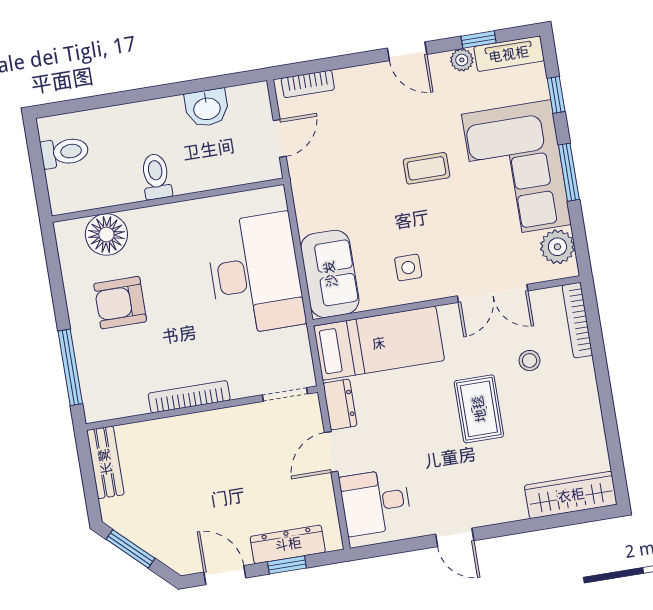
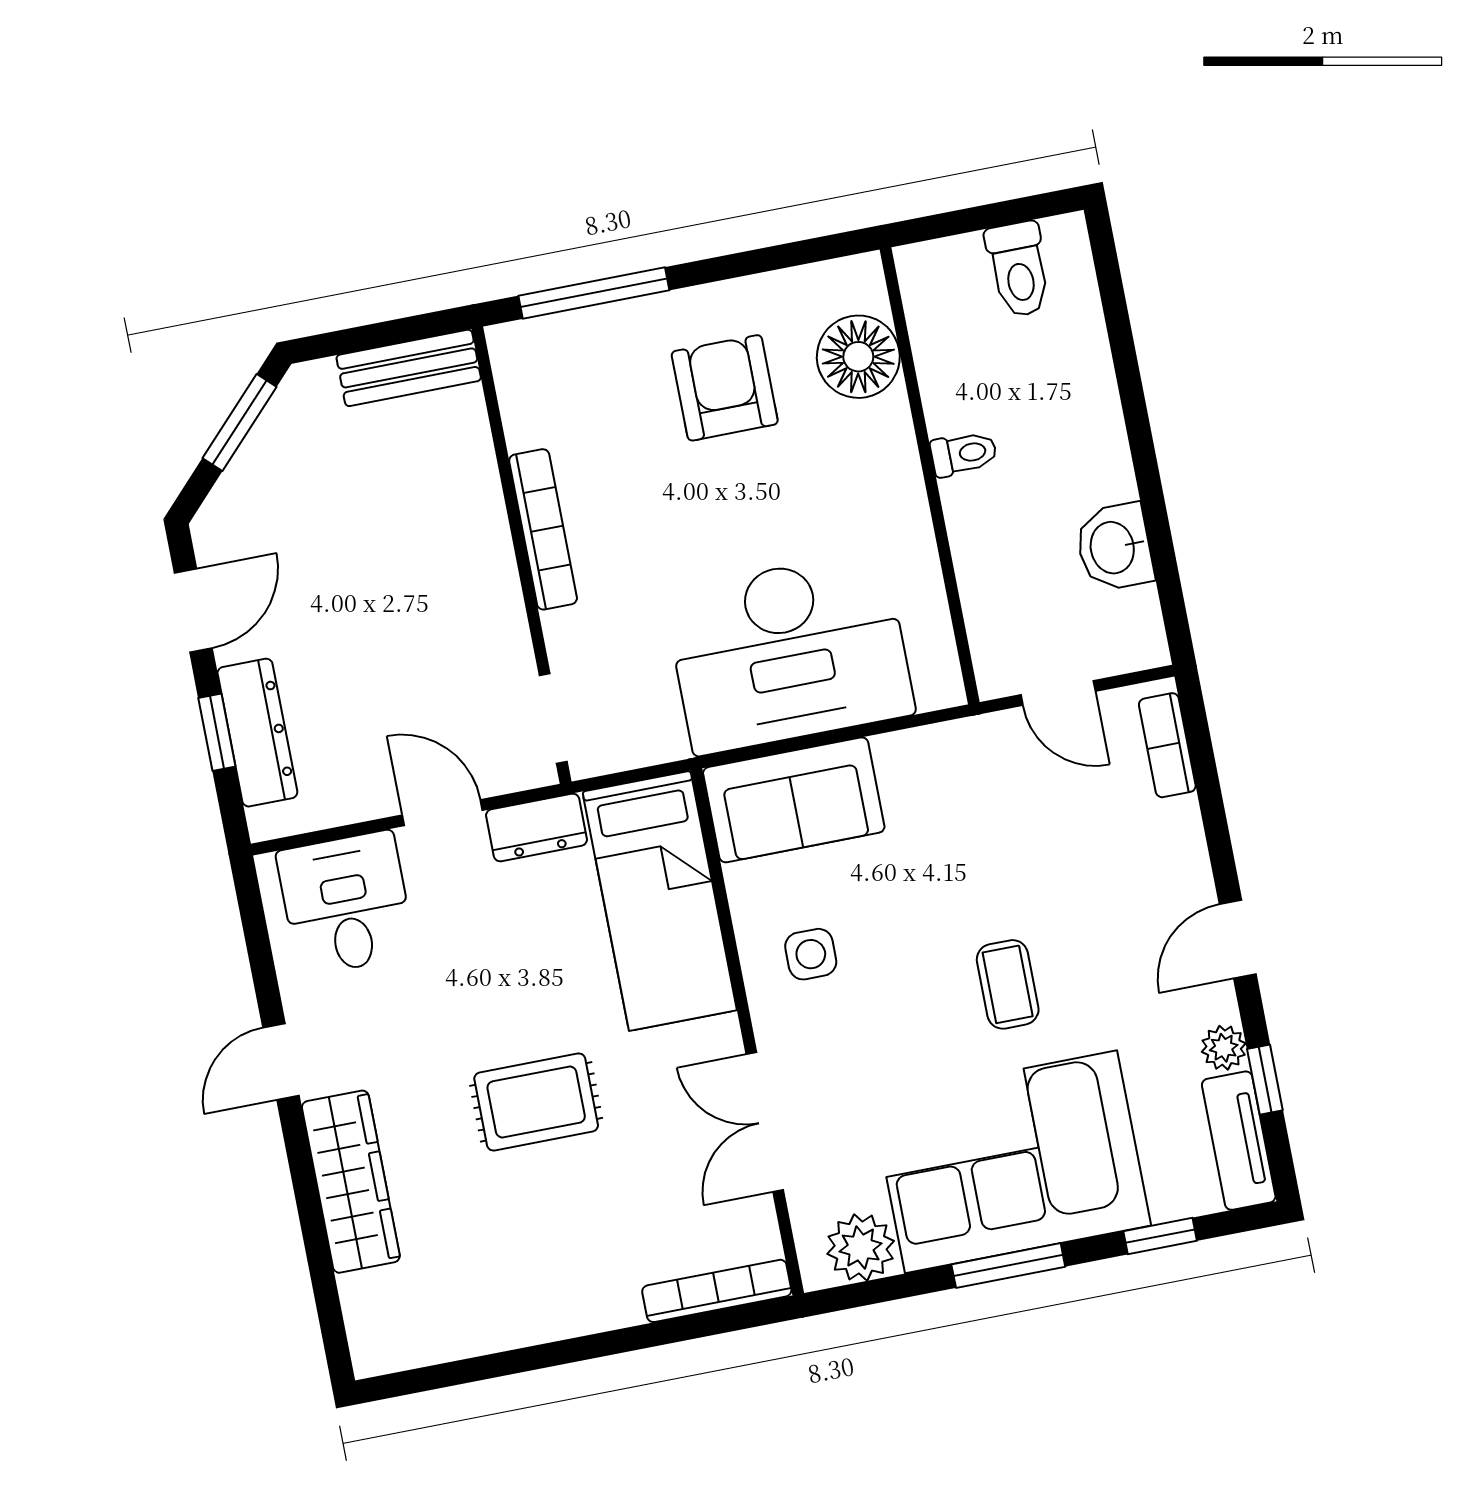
toilet: (156, 176) -> (964, 454), width x0.73, depth x0.72
stool: (530, 361) -> (634, 1199), removed
wardrobe: (571, 495) -> (351, 1182), moved

